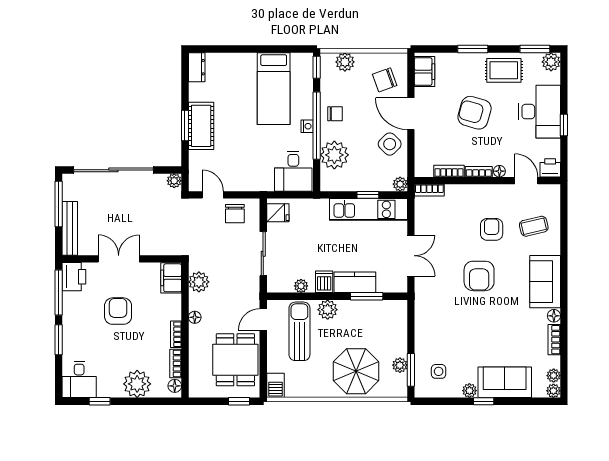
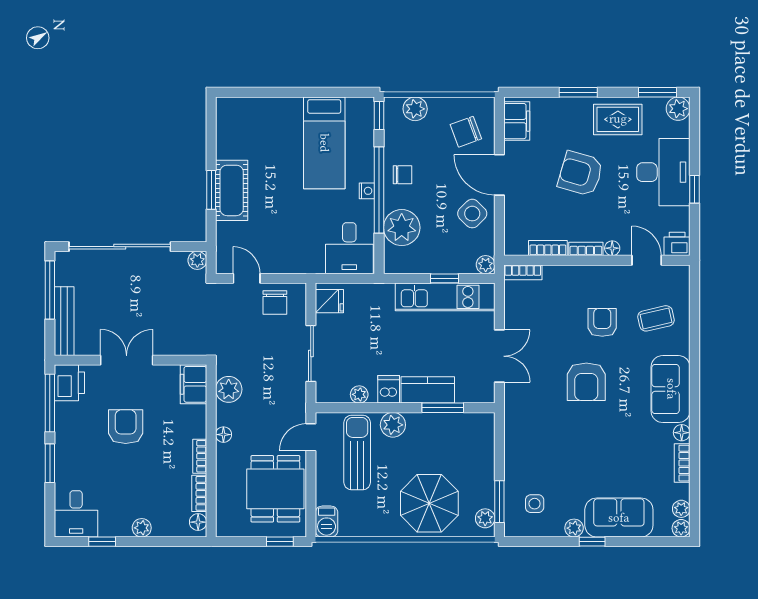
dresser: (197, 67) -> (226, 115), removed
plant: (400, 365) -> (485, 518), moved
plant: (137, 384) -> (142, 528), width x0.53, depth x0.53

